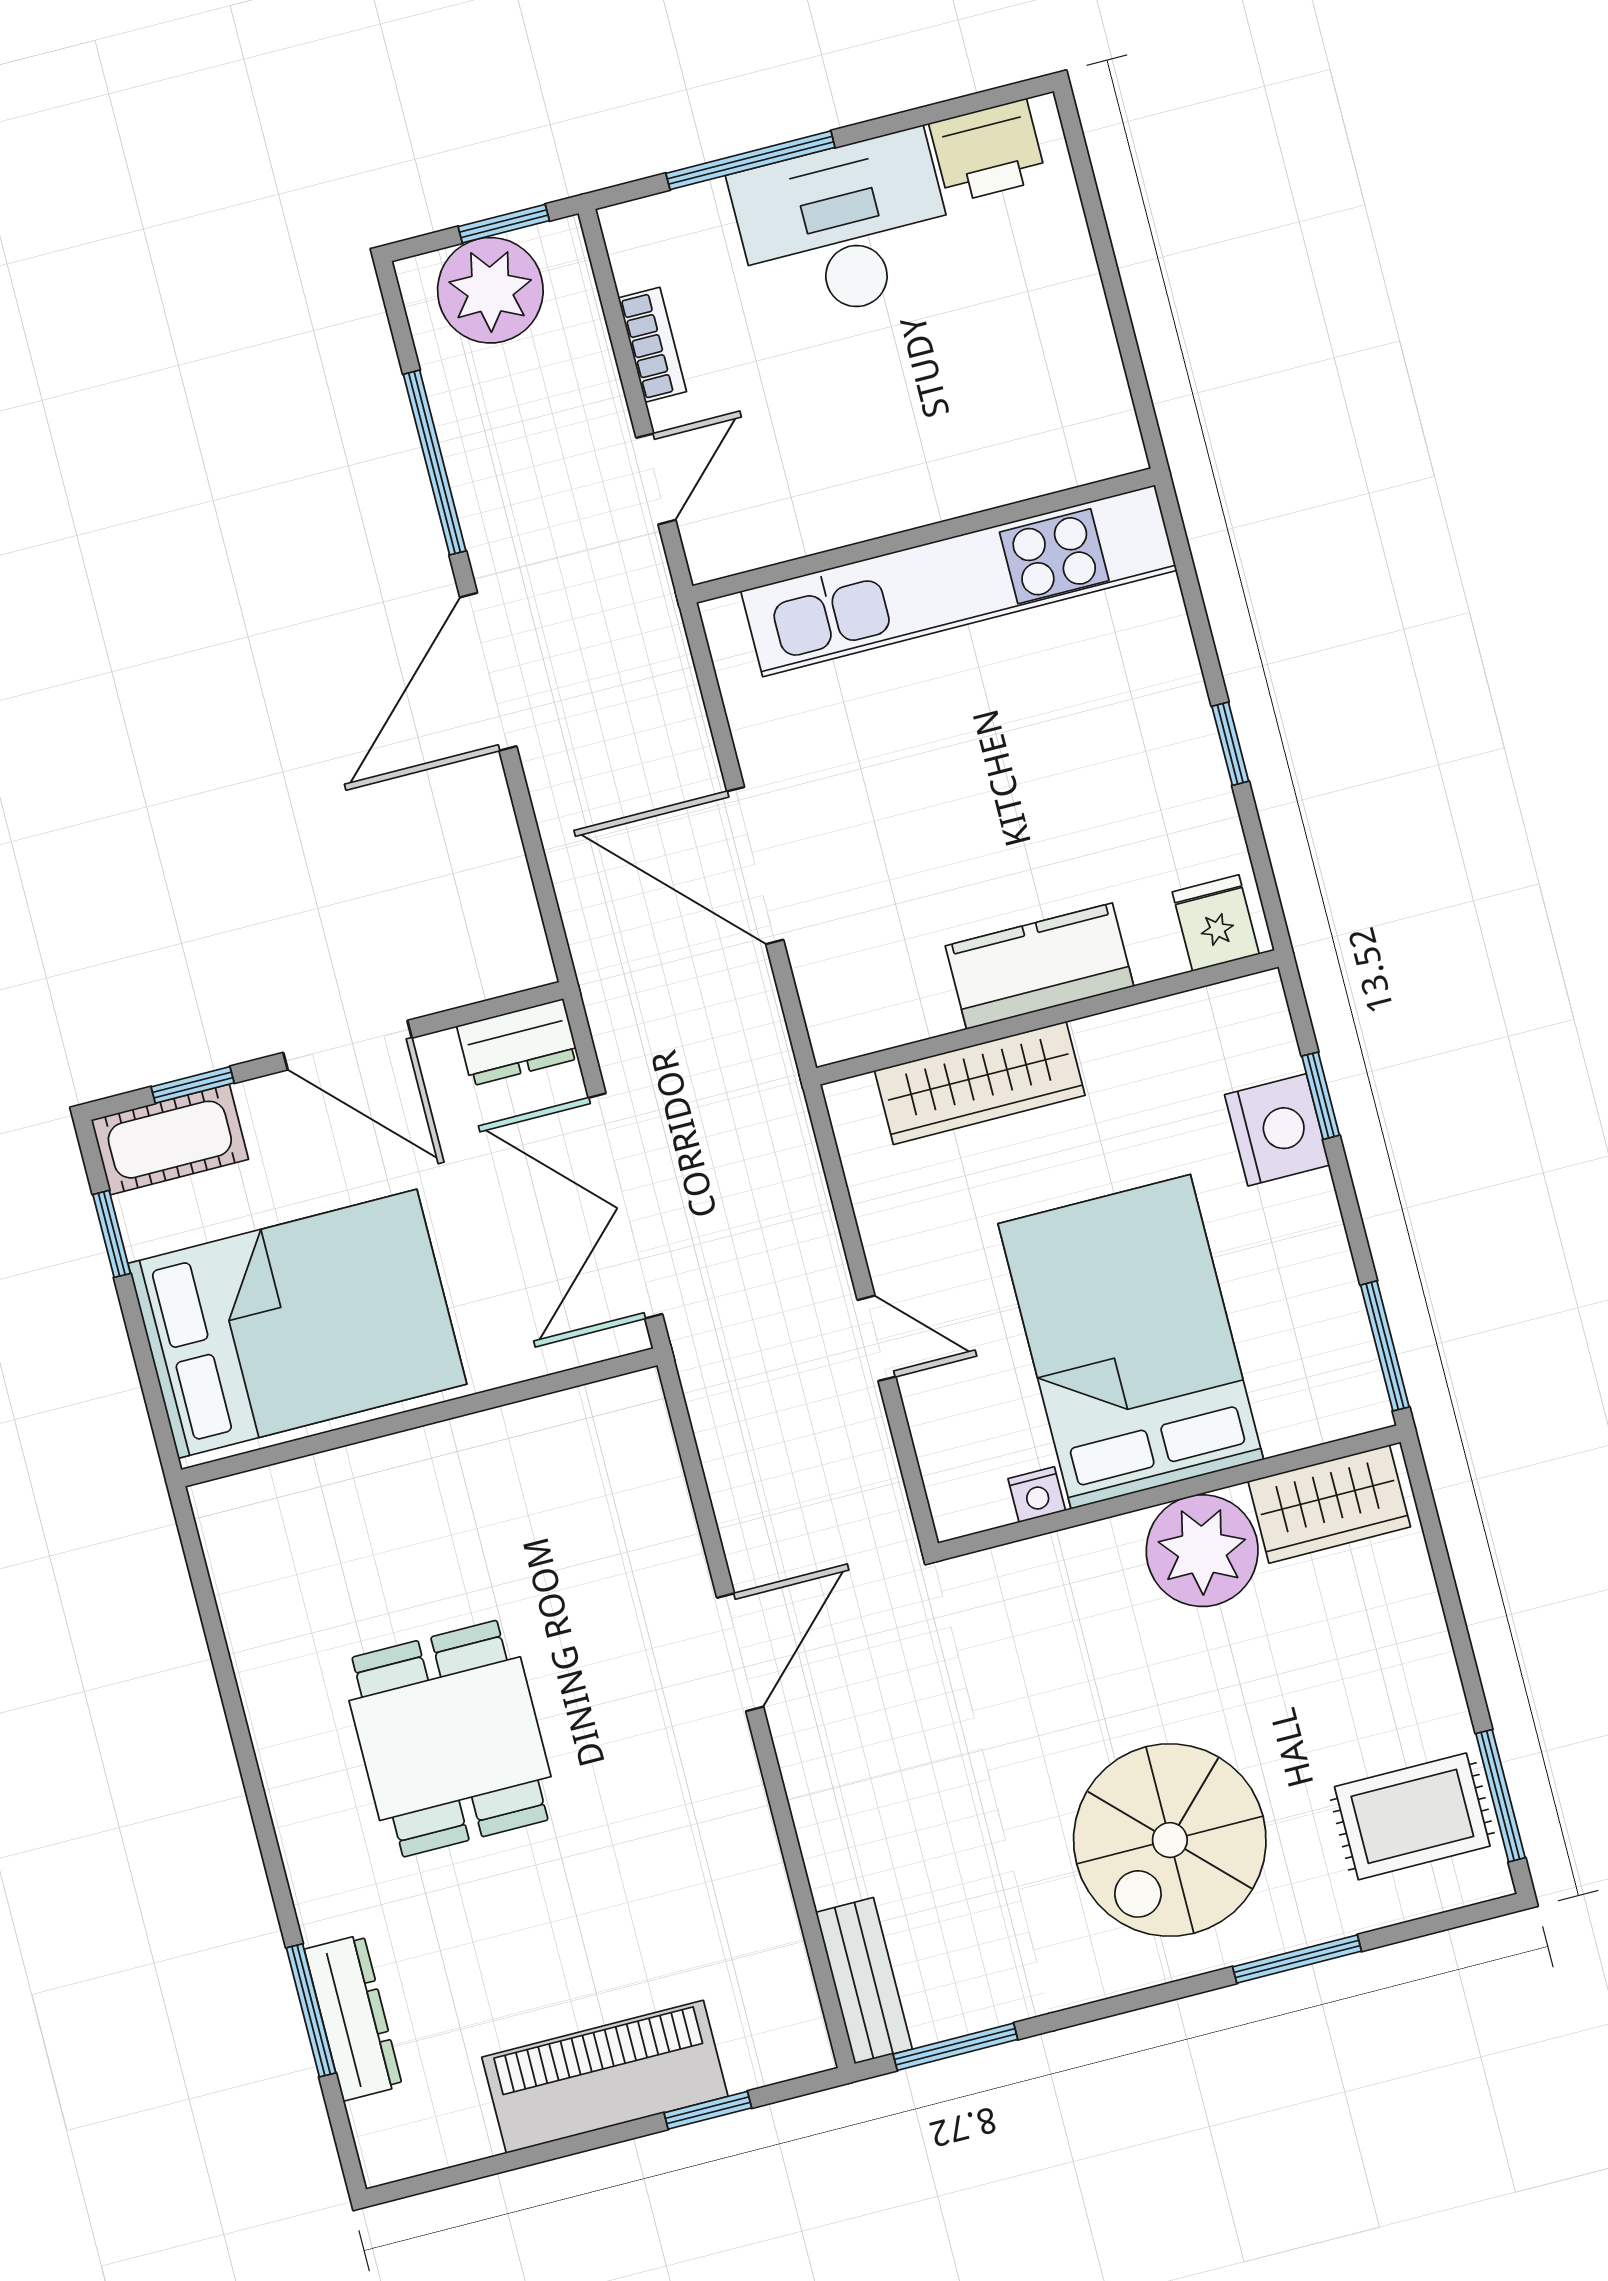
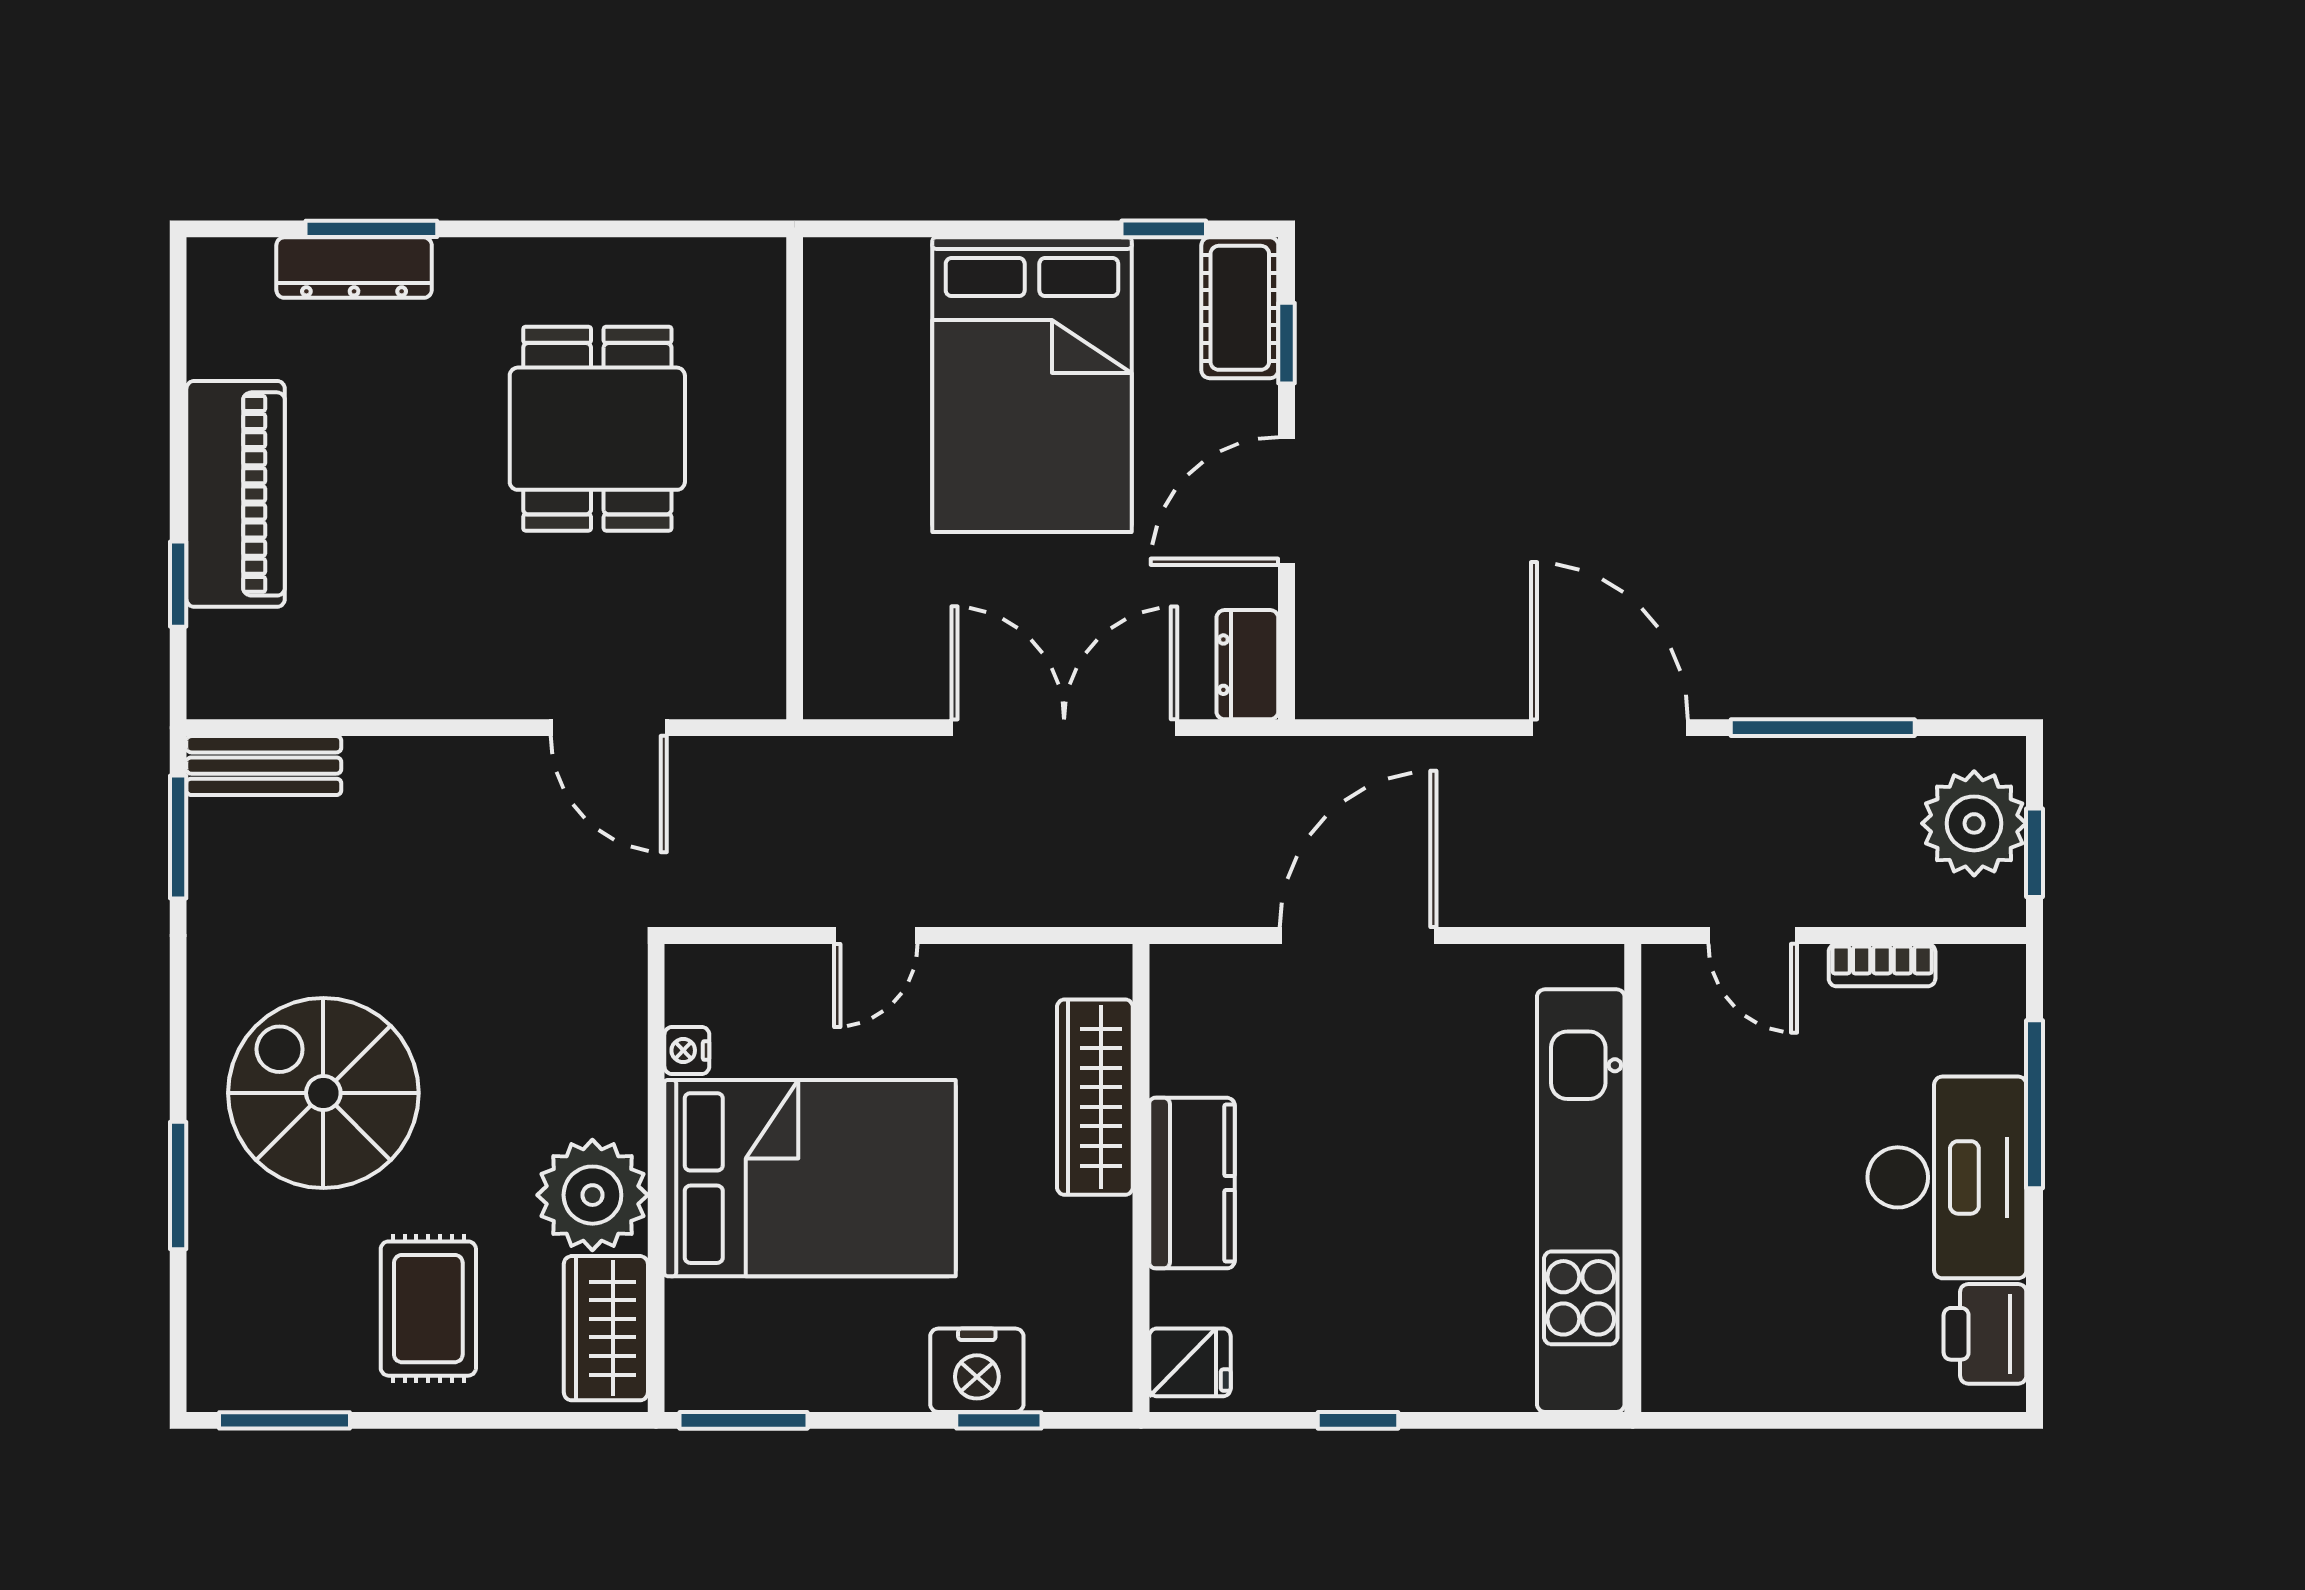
wall: (419, 1417) -> (795, 478), moved
dining table: (450, 1739) -> (597, 429), turned 90
rug: (1412, 1816) -> (428, 1309), moved

